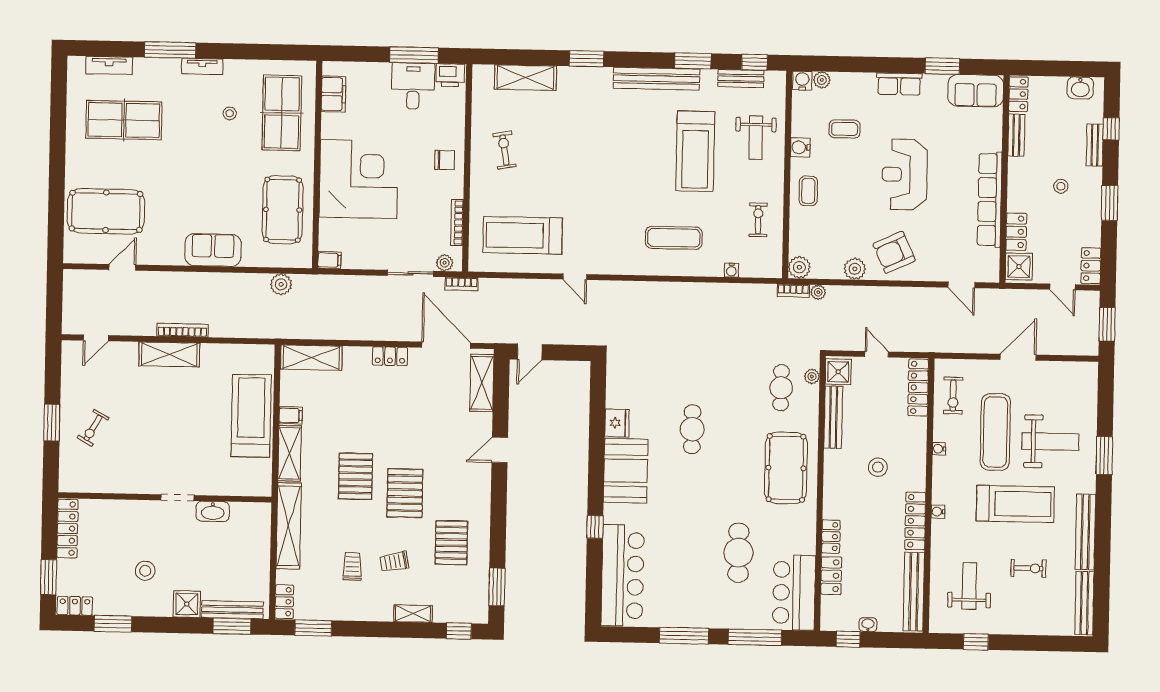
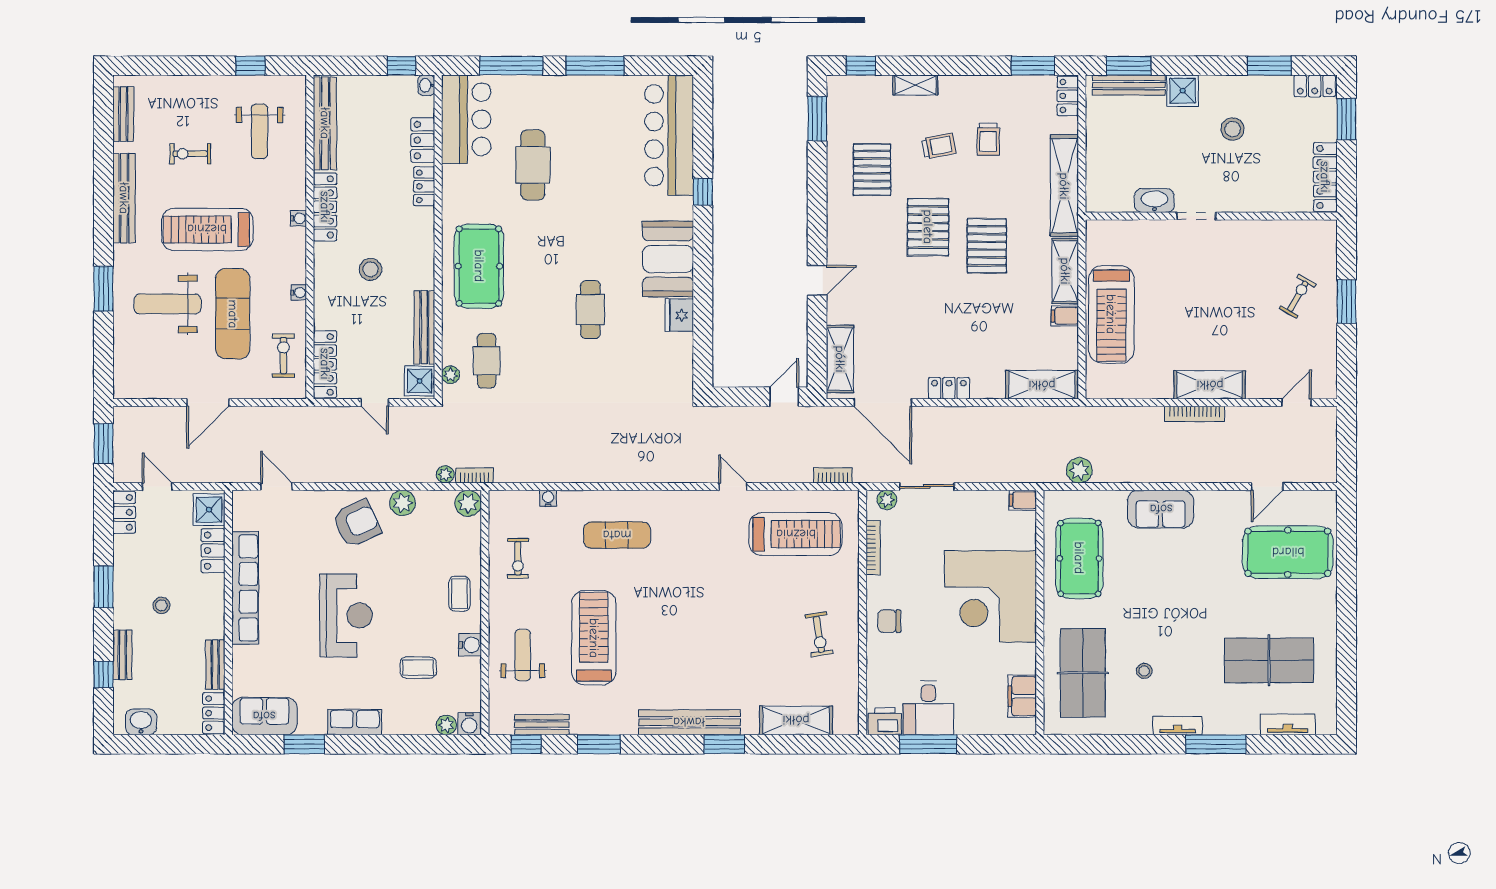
bench: (656, 79) -> (689, 722), moved
bookcase: (462, 284) -> (833, 475), moved
bench: (1084, 603) -> (123, 114), width x0.73
washbasin: (868, 625) -> (426, 85), moved, turned 90

